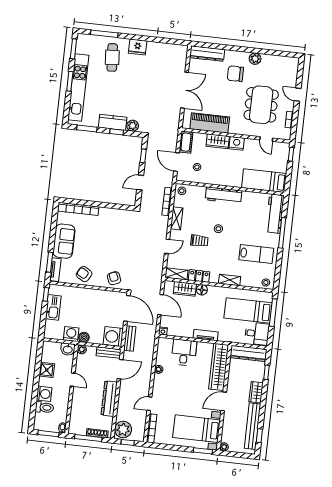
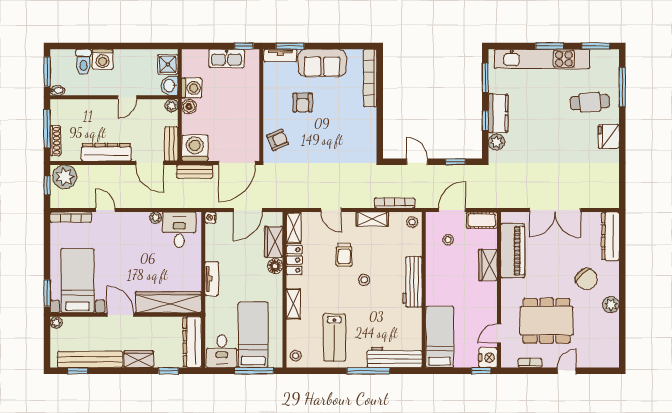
chair: (235, 74) -> (587, 279), turned 138
nightstand: (237, 143) -> (488, 358), moved
armchair: (84, 274) -> (303, 103), moved, turned 150
desk: (184, 352) -> (179, 230), moved, turned -90
shower: (47, 370) -> (168, 64), moved

